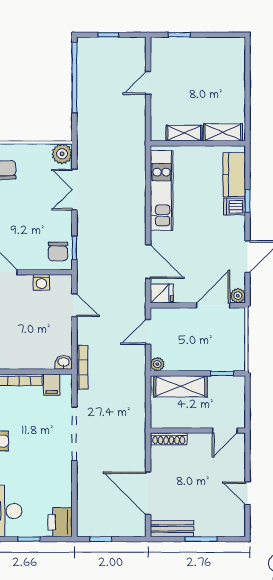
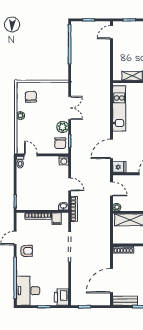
door: (148, 83) -> (111, 32), moved
plant: (62, 154) -> (63, 127), moved
double door: (74, 190) -> (70, 108), swing flipped
door: (148, 262) -> (111, 149), swing flipped
washing machine: (41, 282) -> (64, 161), moved
door: (74, 305) -> (70, 184), moved
door: (148, 332) -> (111, 189), swing flipped
door: (148, 493) -> (111, 281), hinge flipped

